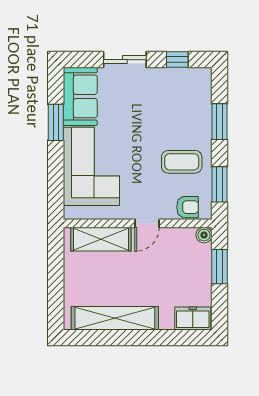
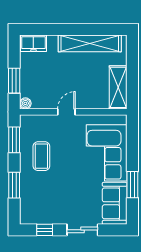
coffee table: (182, 162) -> (41, 156), turned 90
armchair: (188, 207) -> (37, 124), removed
shelving: (101, 239) -> (118, 87), moved, turned 90

